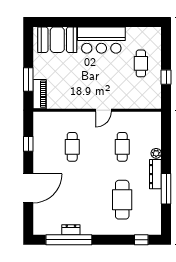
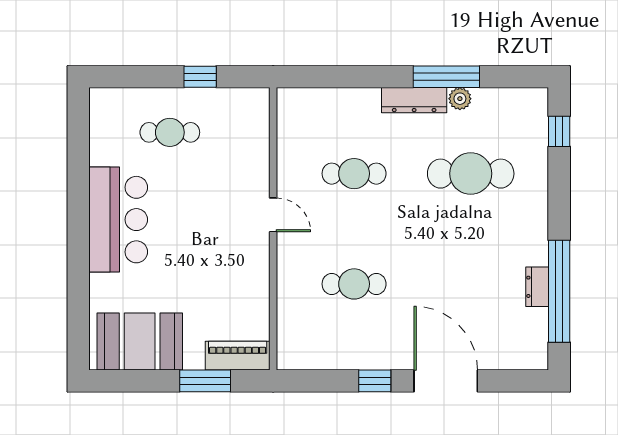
booth: (57, 40) -> (140, 342), moved, turned 90
window: (28, 144) -> (375, 381), moved
plant: (156, 153) -> (460, 99), moved

